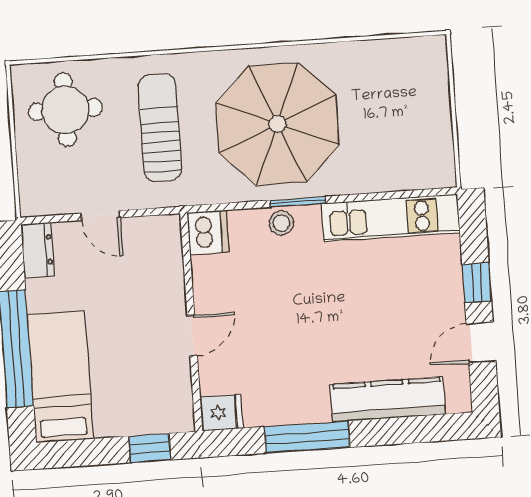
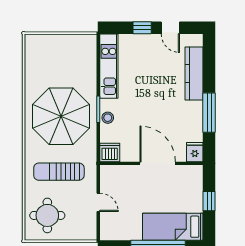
door: (101, 216) -> (98, 202), hinge flipped
dresser: (38, 250) -> (112, 233), removed
door: (192, 336) -> (158, 163), width x1.88
window: (150, 448) -> (209, 201), moved

